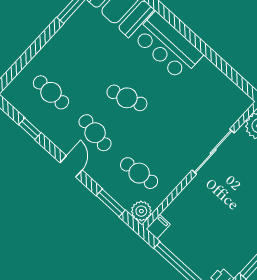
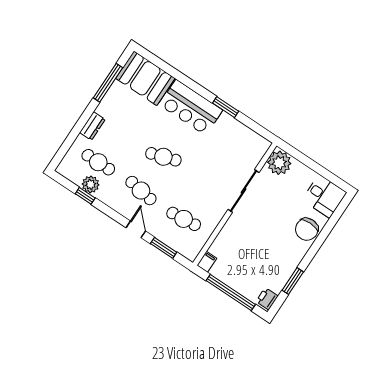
dresser: (51, 50) -> (92, 126), added
window: (208, 52) -> (226, 107), added
door: (71, 166) -> (136, 229), moved
plant: (141, 211) -> (91, 184), moved

